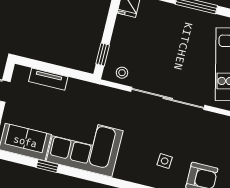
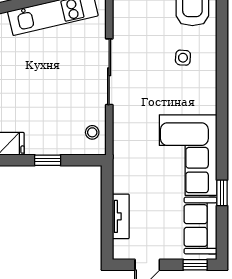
window: (103, 54) -> (48, 160), moved
sliding door: (168, 98) -> (109, 72), width x0.73

